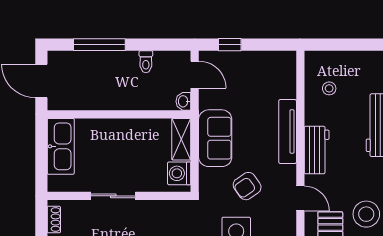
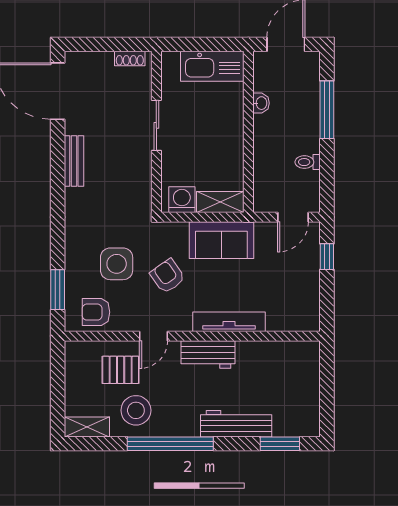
stool: (329, 88) -> (278, 369), removed
washbasin: (183, 101) -> (261, 103), moved, turned 90

